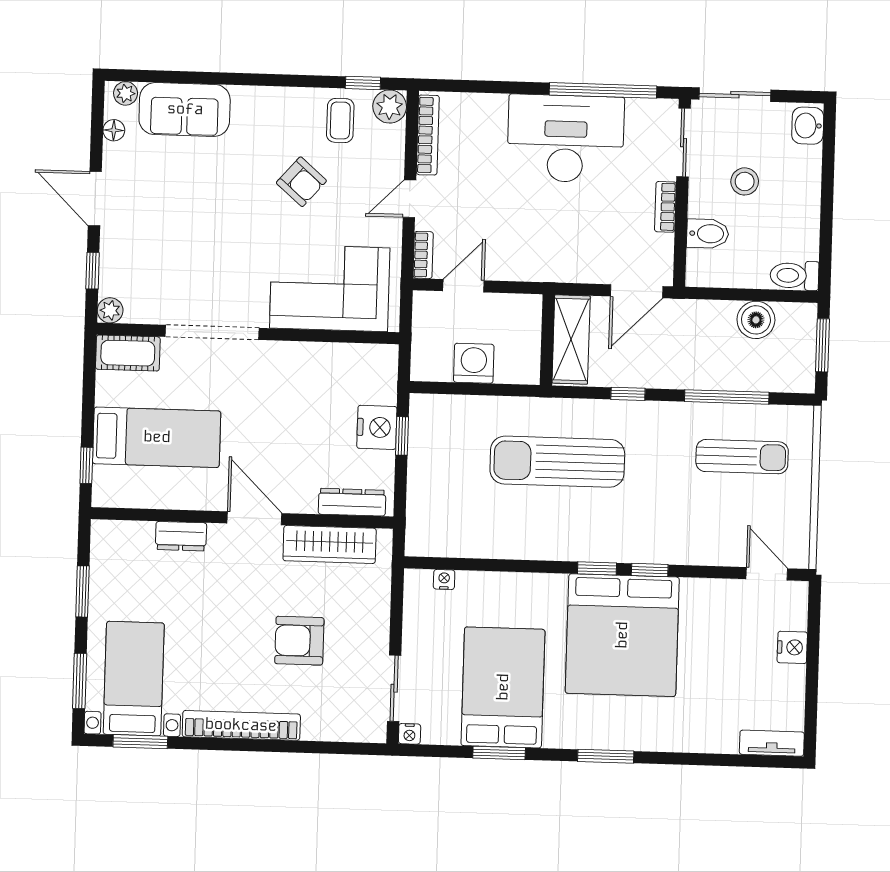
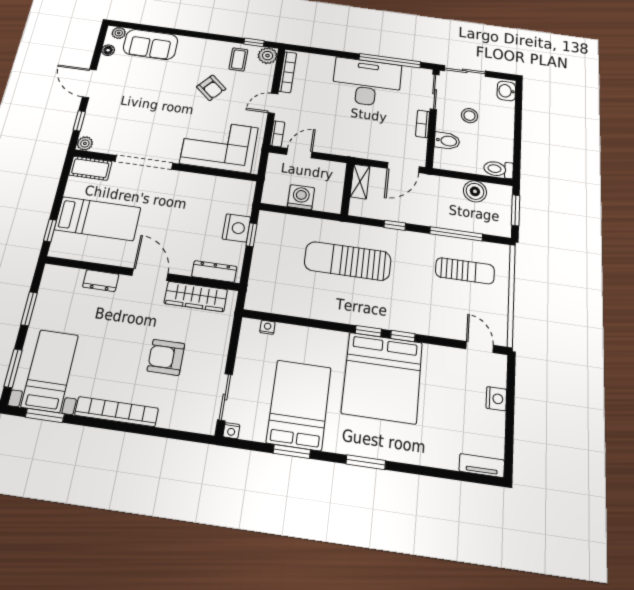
shelving: (571, 340) -> (360, 181), width x0.67, depth x0.75

